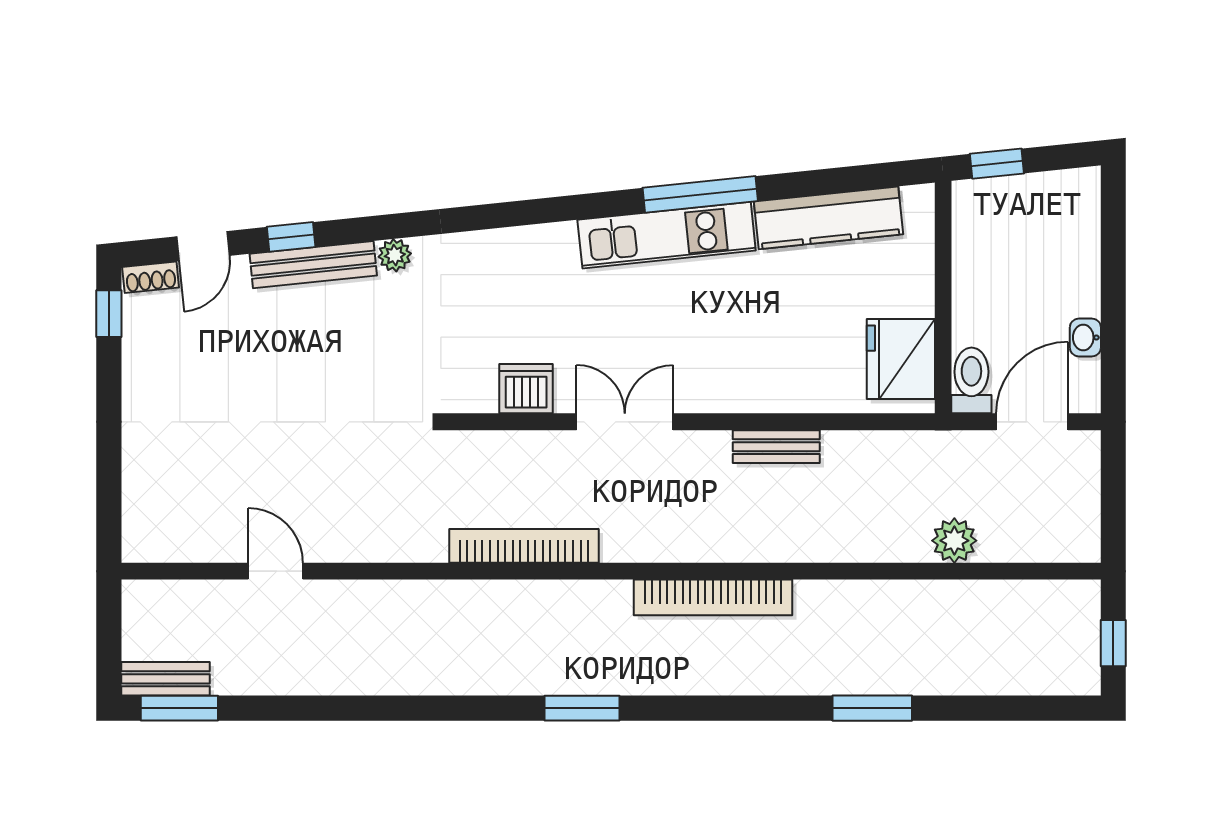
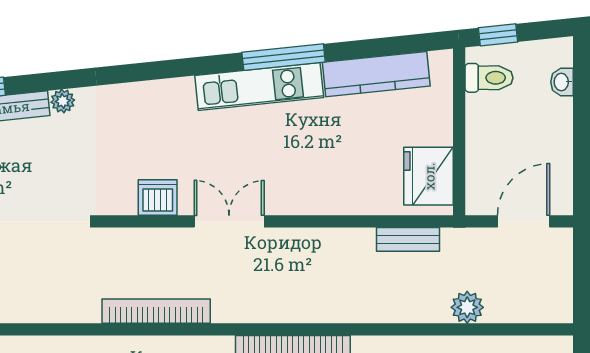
washbasin: (1085, 338) -> (562, 82), moved
toilet: (971, 380) -> (489, 78), moved, turned 90
bench: (776, 447) -> (408, 239), moved

